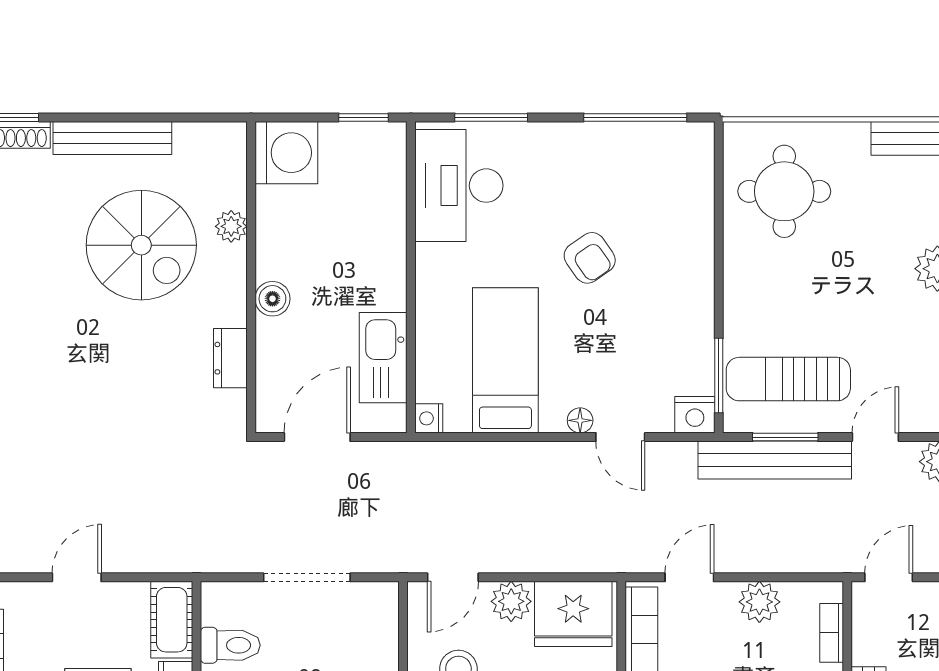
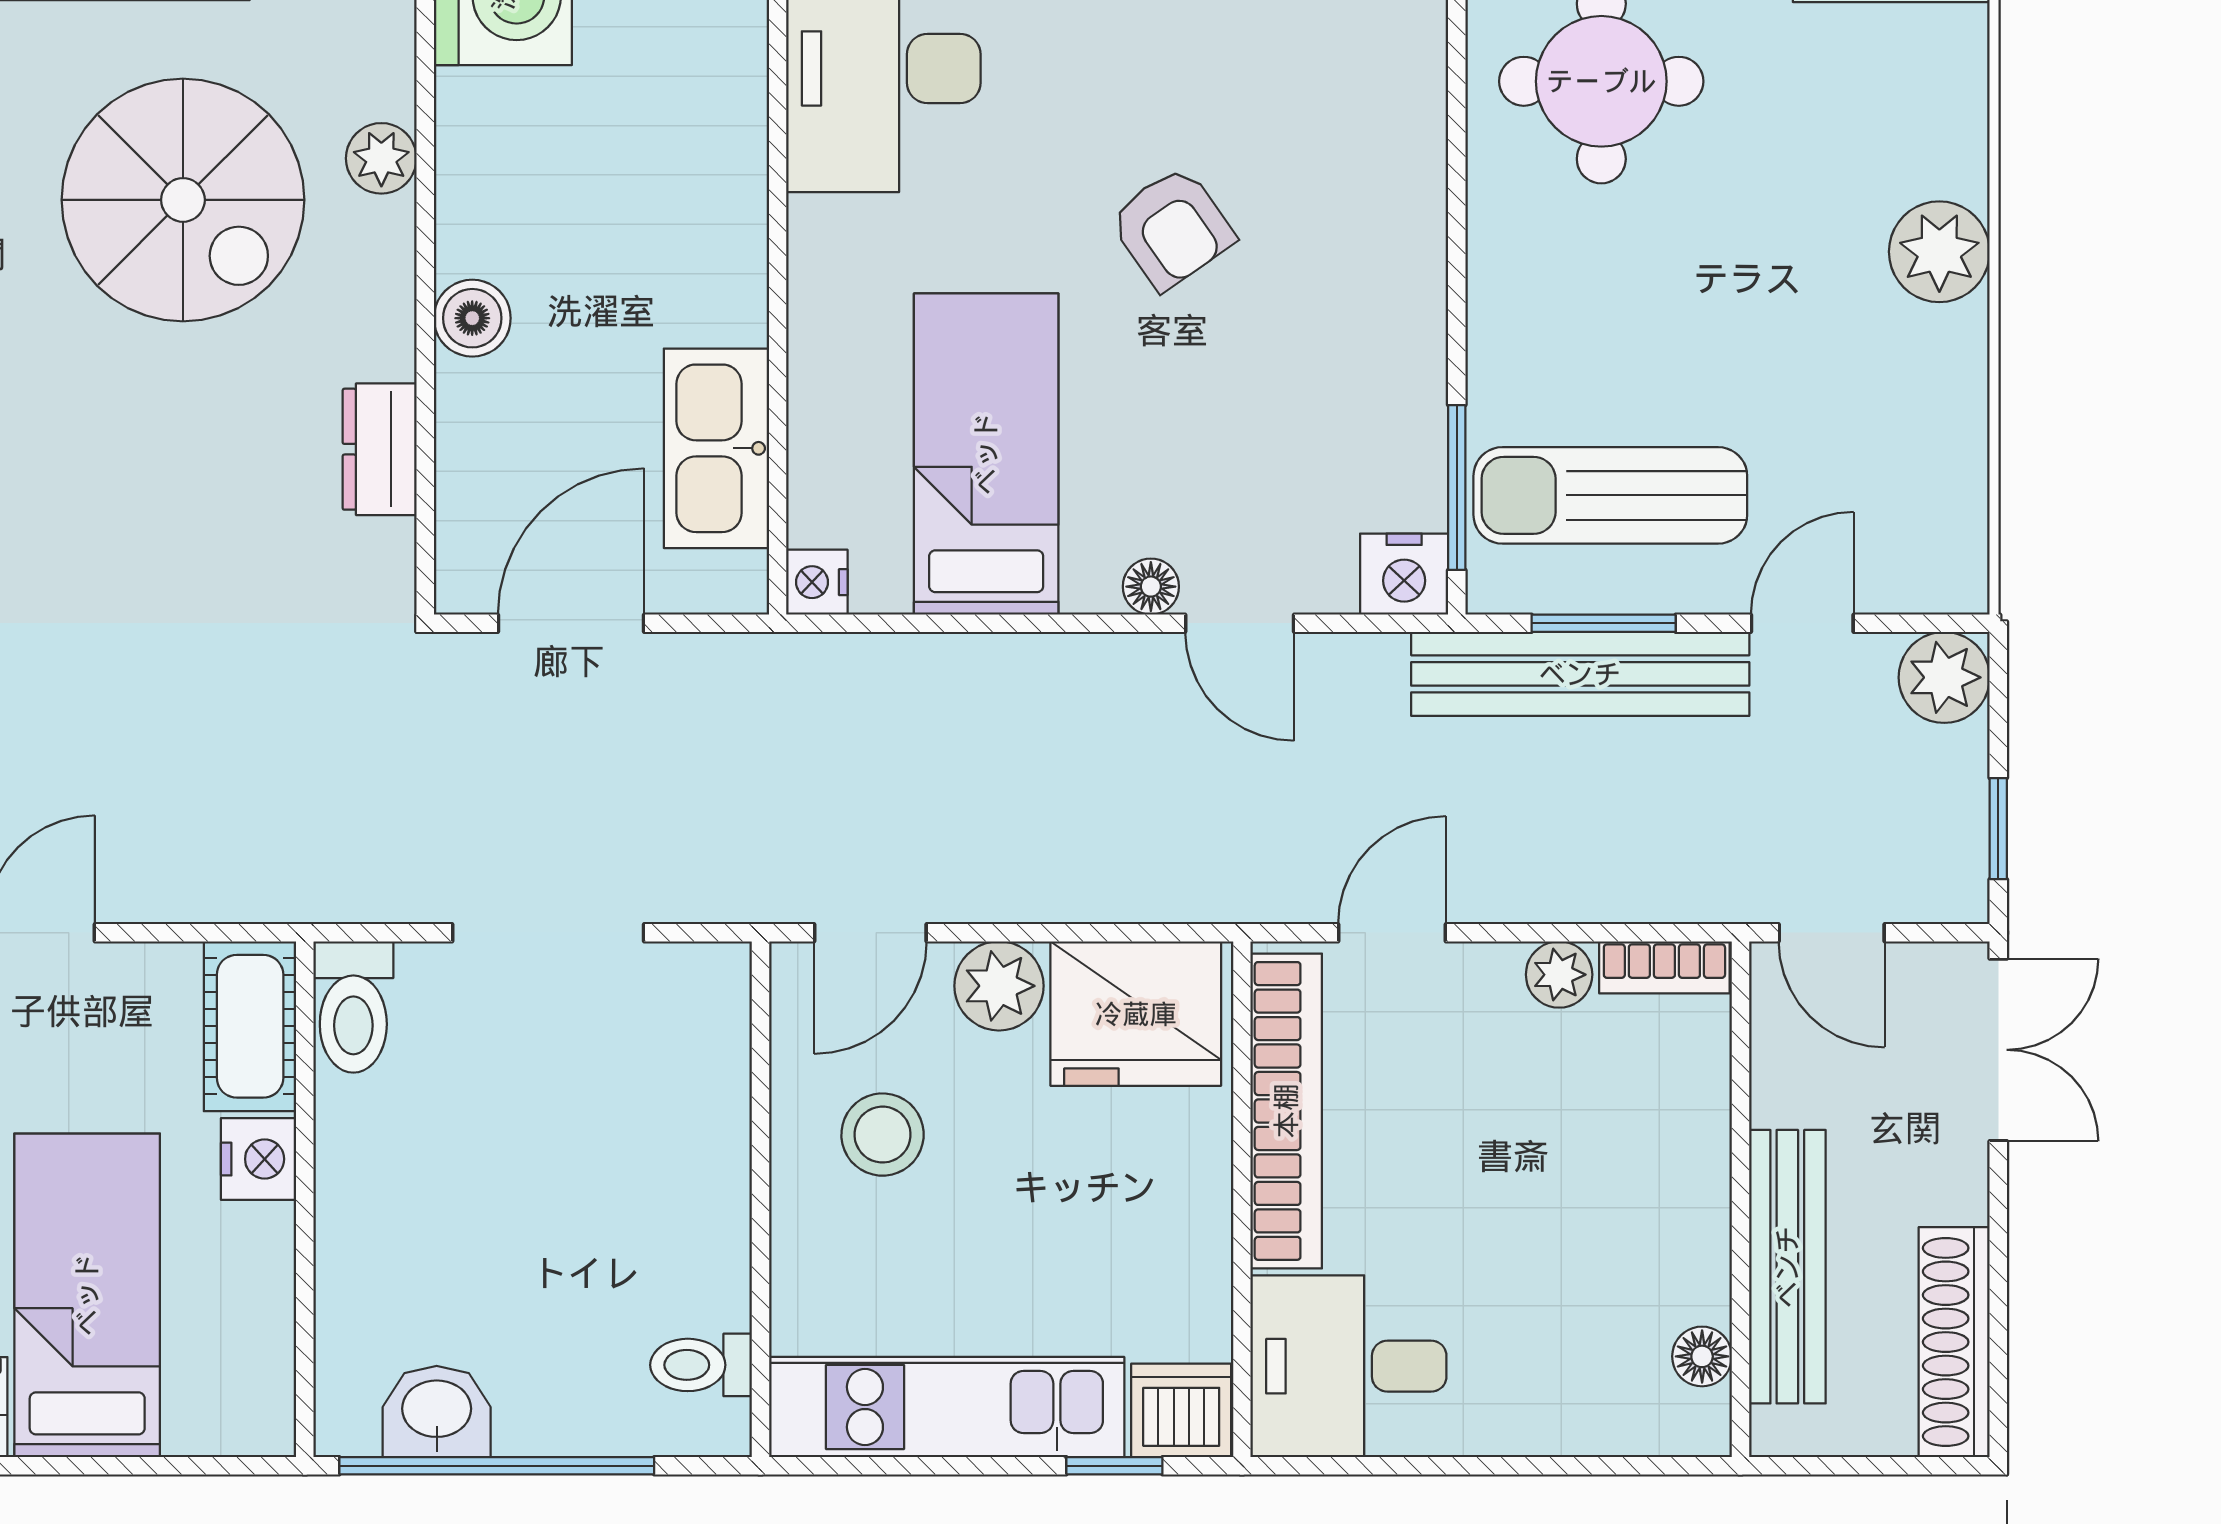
door: (889, 577) -> (1832, 933), swing flipped
plant: (759, 602) -> (1559, 975), width x0.73, depth x0.73
bookcase: (832, 633) -> (1664, 967), moved, turned -90
toilet: (230, 645) -> (353, 1007), moved, turned 90

